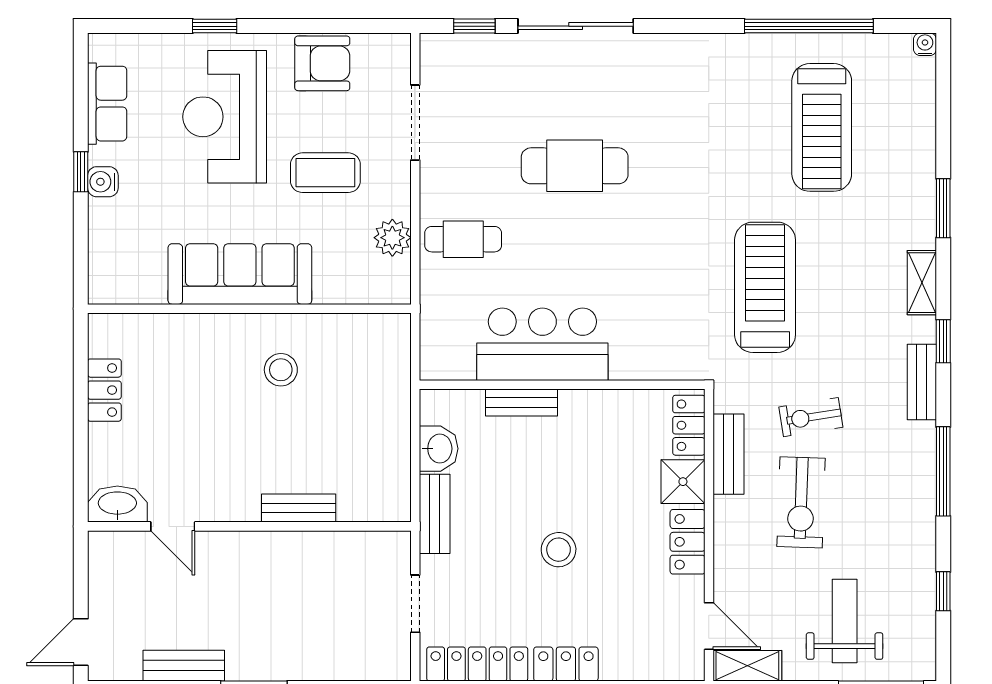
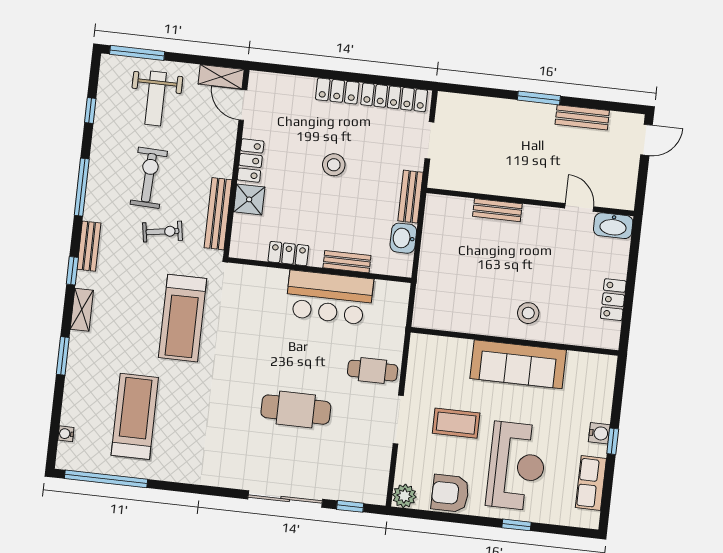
window: (809, 26) -> (106, 479), moved
water cooler: (925, 44) -> (66, 434), moved, turned 90
doorway: (415, 123) -> (398, 420), moved
plant: (392, 238) -> (404, 496), moved
stool: (281, 370) -> (528, 313), moved
locker: (689, 425) -> (288, 254), moved, turned -90
bench: (729, 454) -> (218, 214), width x1.36
exercise bike: (801, 502) -> (149, 178), moved

